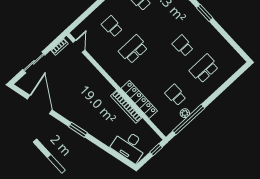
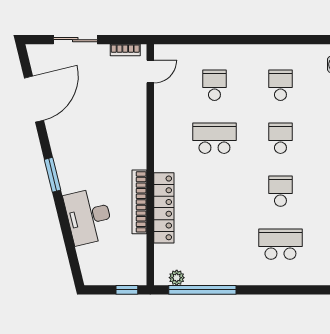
school desk: (176, 95) -> (280, 138), moved
plant: (185, 113) -> (177, 278), moved
desk: (129, 146) -> (89, 216), moved

